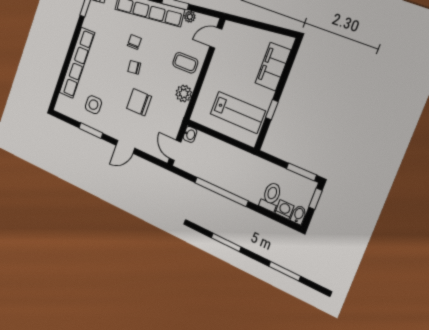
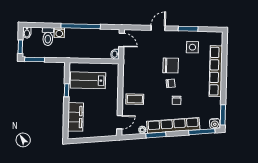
plant: (184, 94) -> (129, 79), removed
chair: (139, 102) -> (171, 66), moved
washing machine: (284, 210) -> (59, 33), moved

